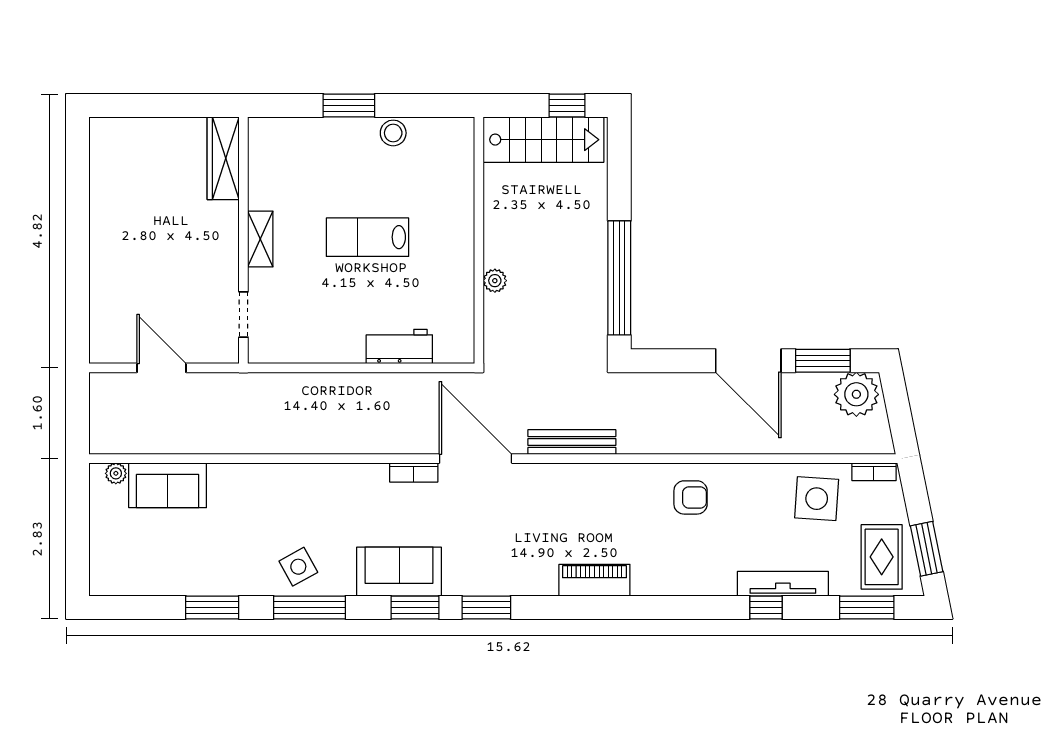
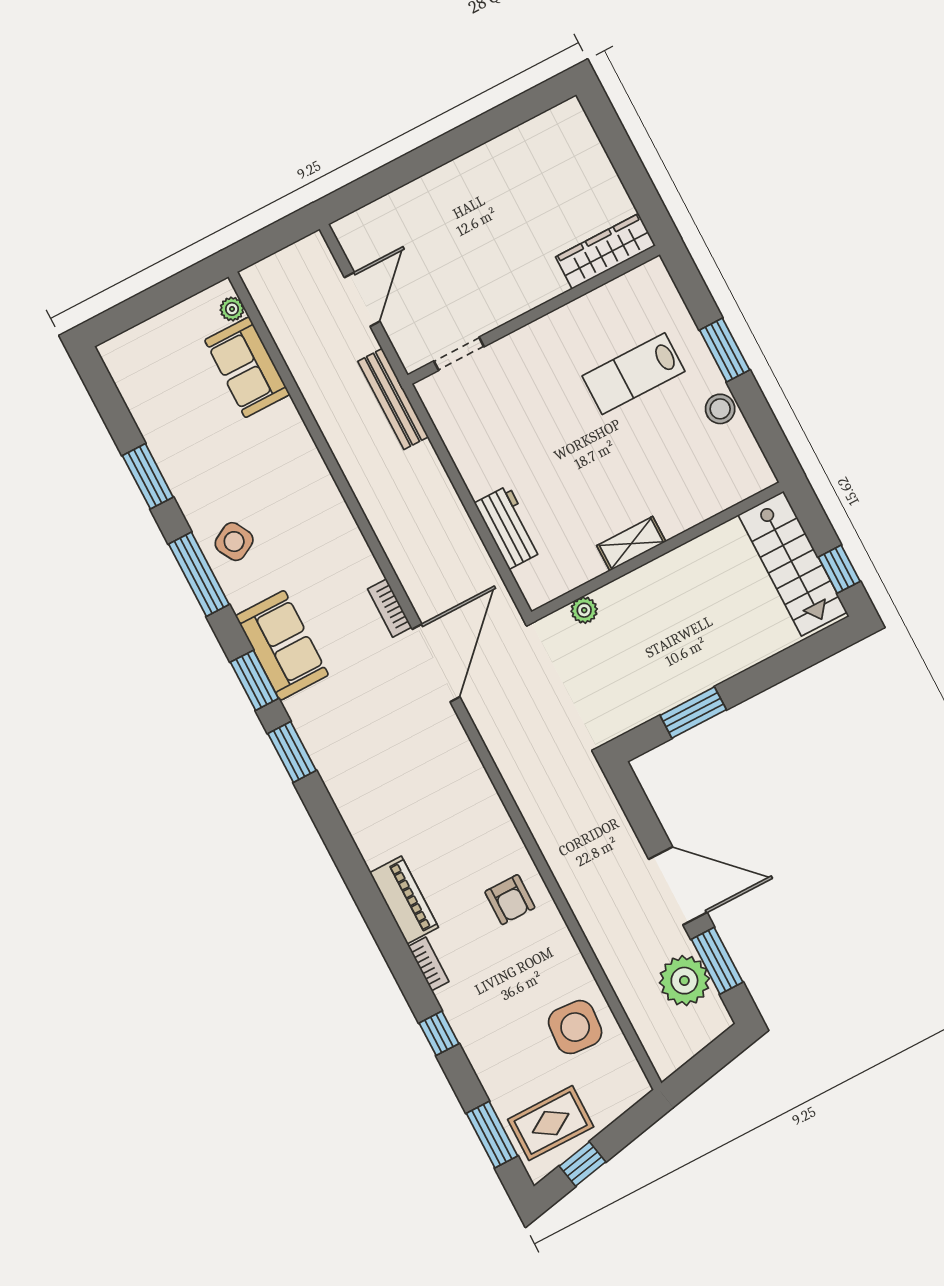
lab bench: (368, 237) -> (633, 374), moved, turned -90
shelving: (260, 239) -> (631, 544), moved
window: (619, 278) -> (693, 713), width x0.47
plant: (495, 281) -> (584, 610), moved
door: (748, 361) -> (678, 886), swing flipped
plant: (856, 394) -> (684, 981), moved
bench: (572, 442) -> (393, 399), moved
bookcase: (874, 472) -> (429, 964), moved, turned 180
window: (927, 549) -> (582, 1164), width x0.67
piano: (594, 580) -> (404, 900), moved
tv unit: (783, 584) -> (472, 1038), removed

